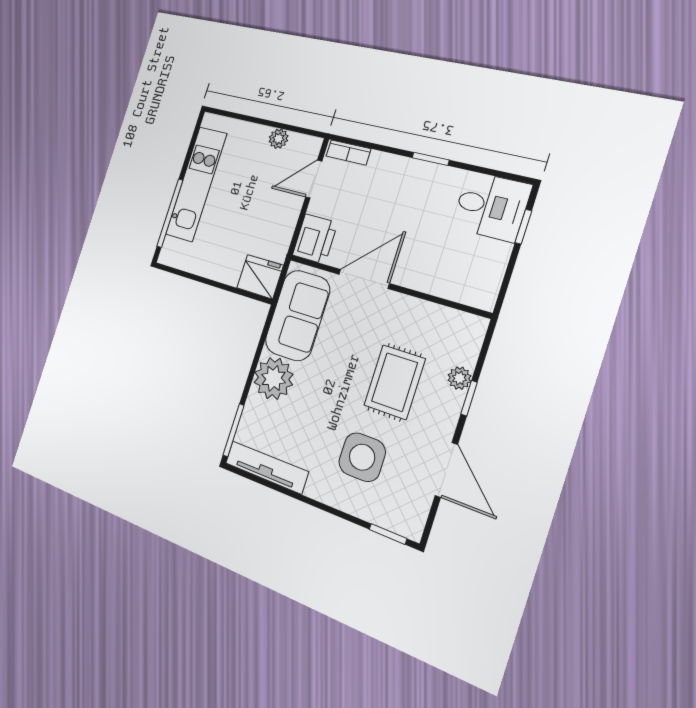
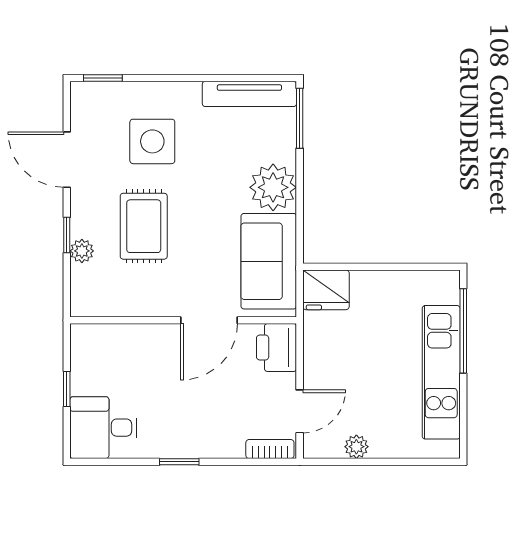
window: (523, 227) -> (67, 389), moved

